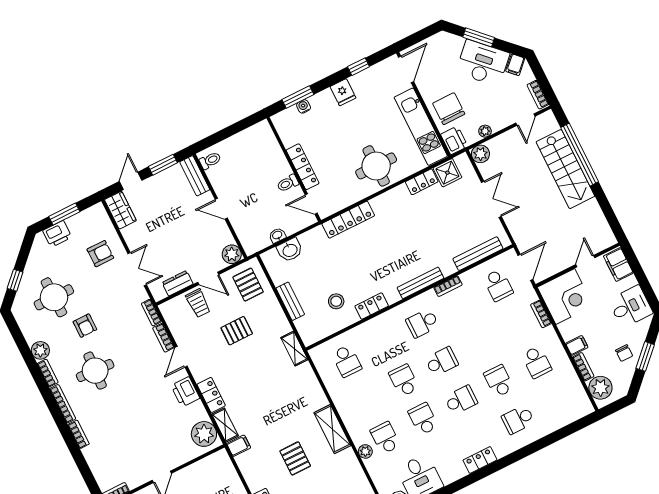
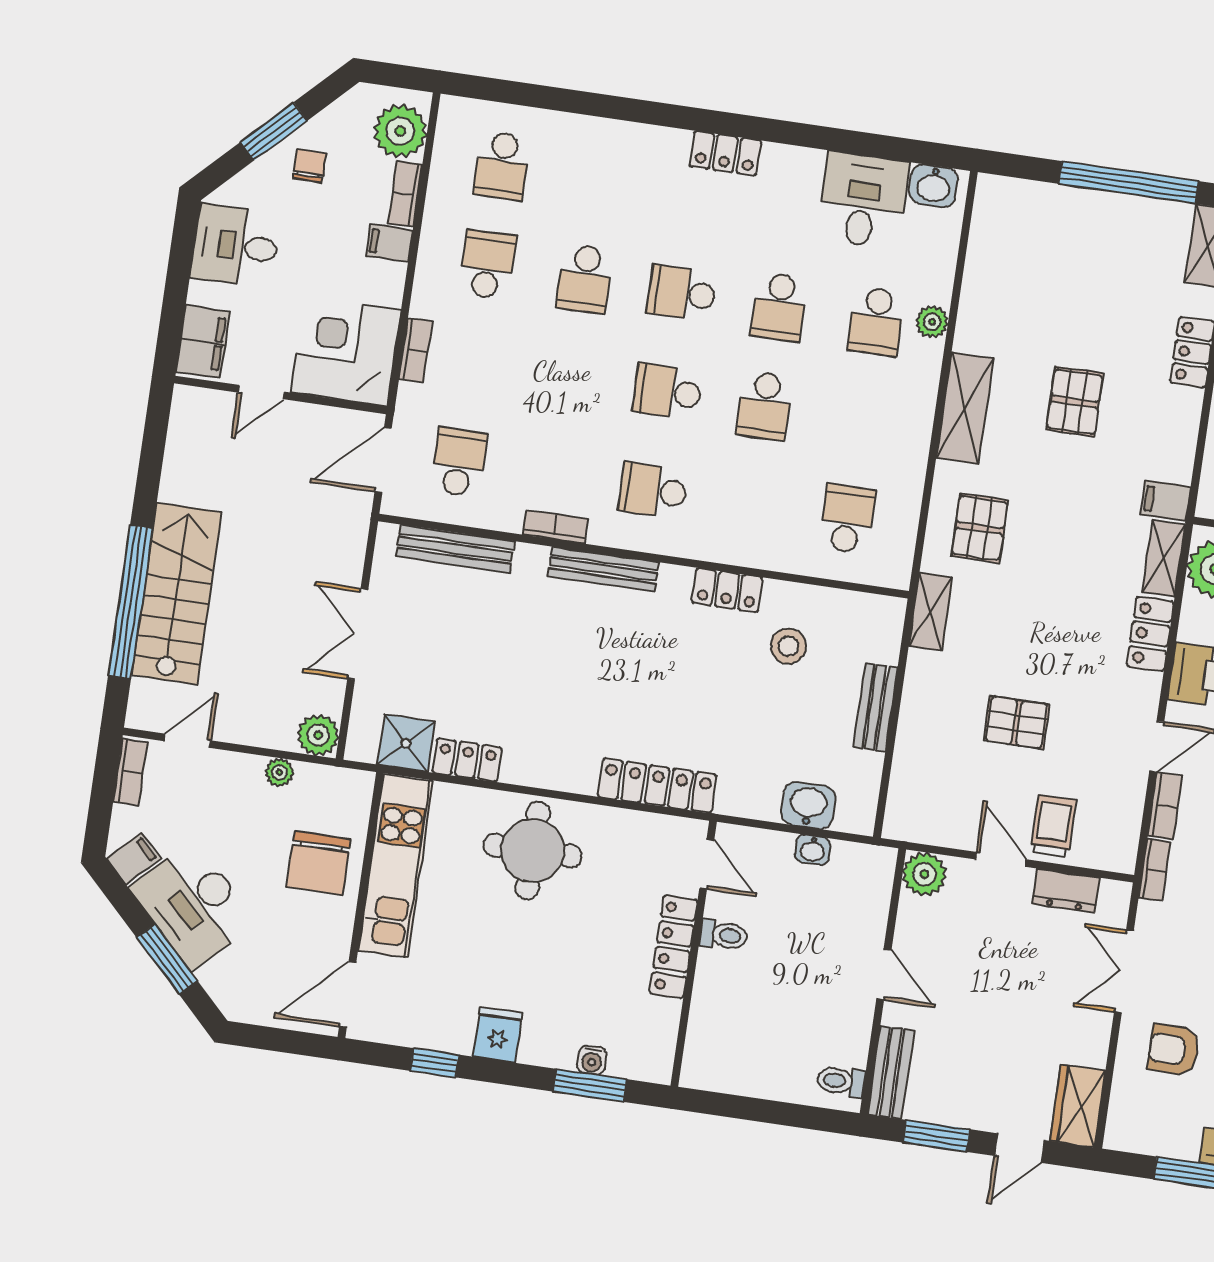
printer: (454, 140) -> (350, 796), removed
pallet: (248, 285) -> (980, 528), moved
school desk: (422, 323) -> (653, 490), turned 180
school desk: (518, 420) -> (502, 166), moved, turned 90

